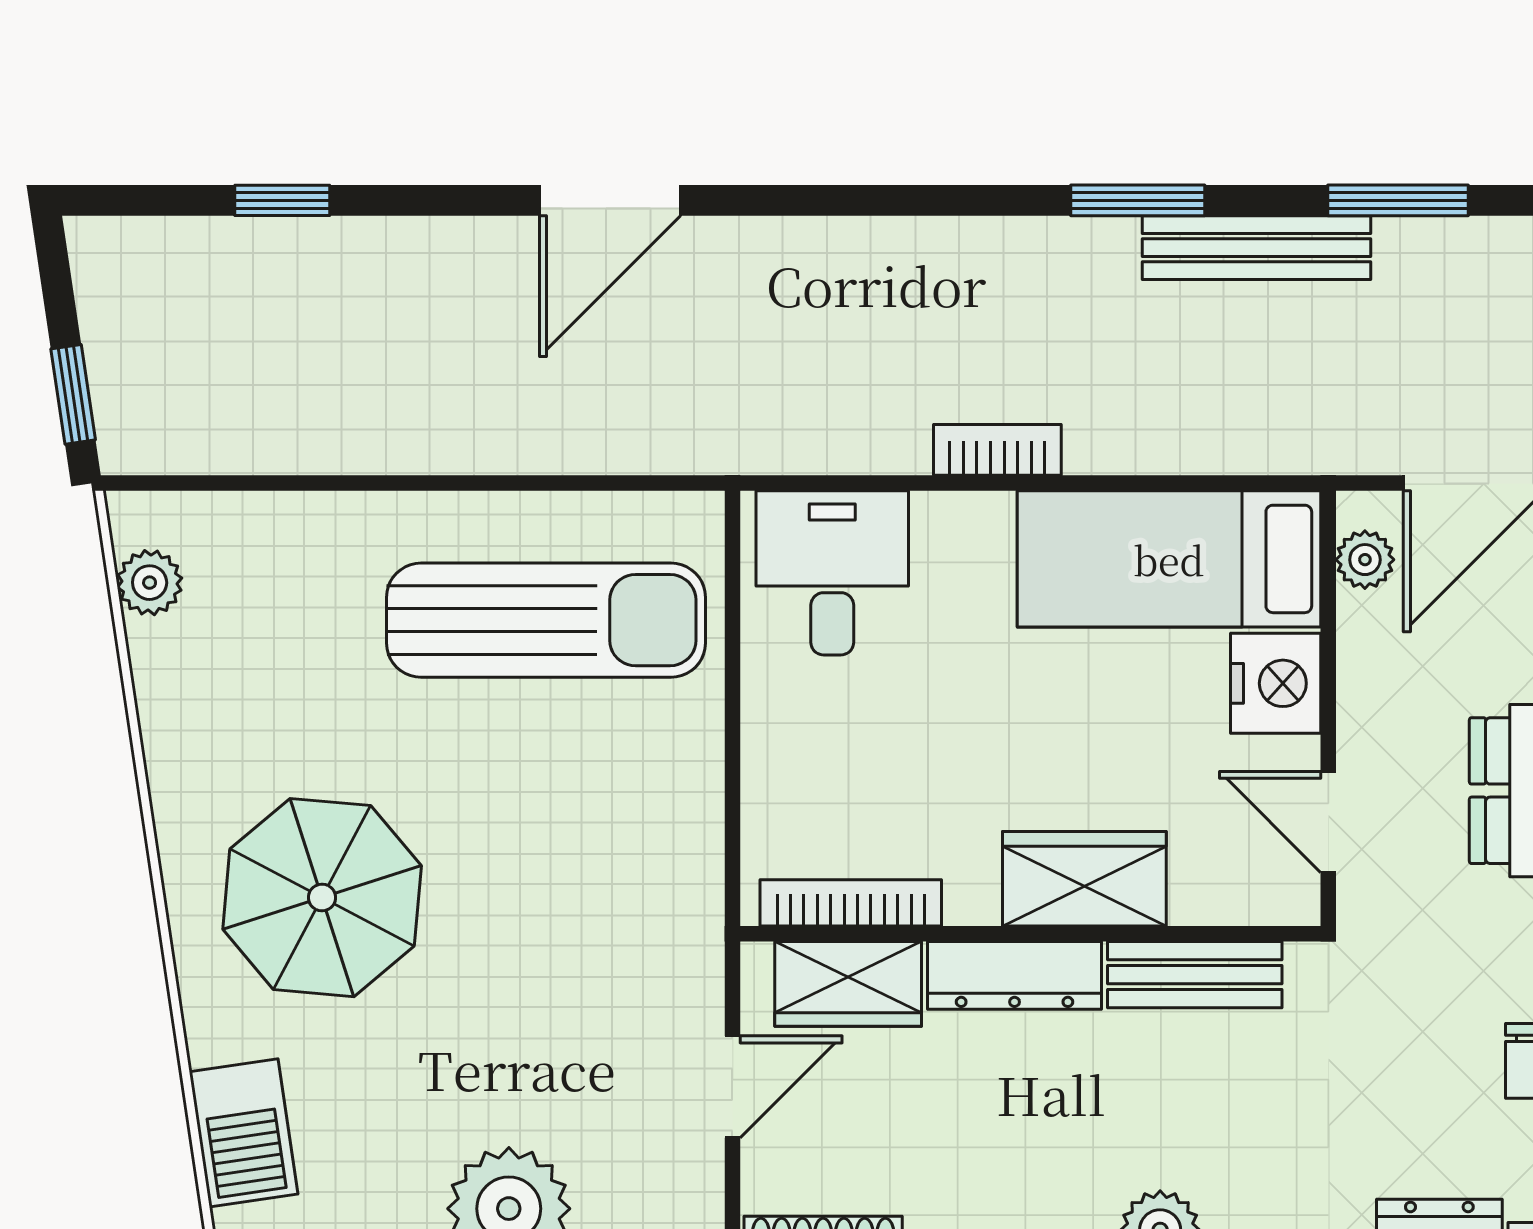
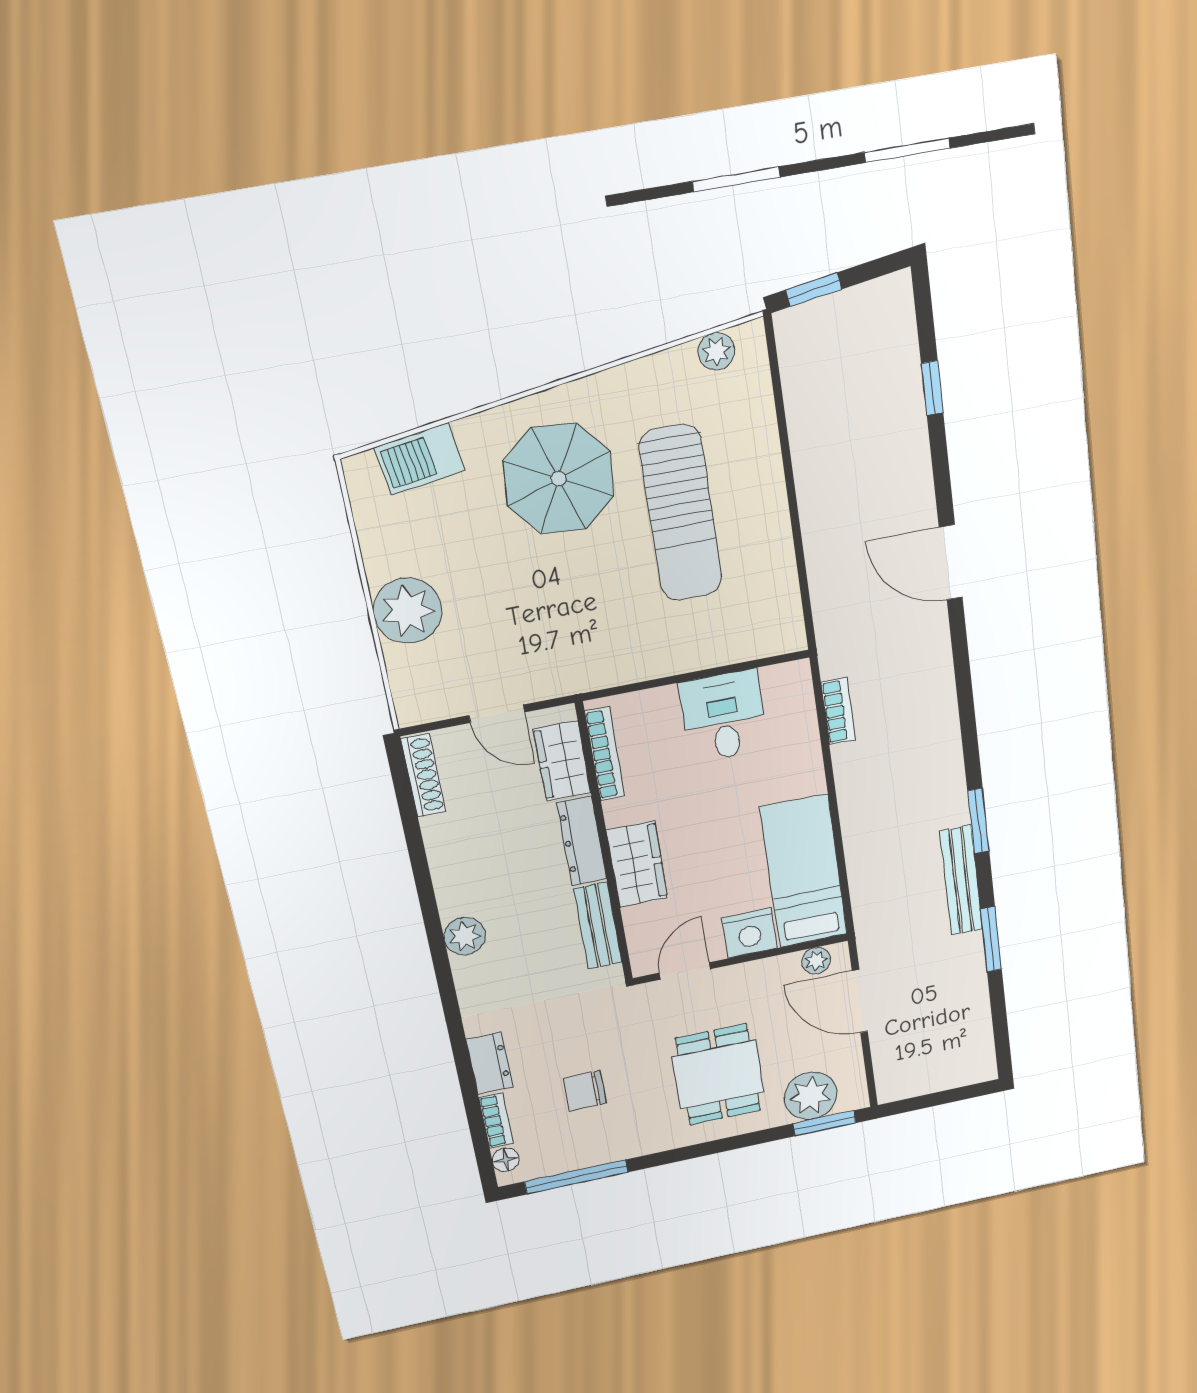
bookcase: (997, 450) -> (838, 711), moved
desk: (832, 573) -> (723, 716), moved, turned -90
sun lounger: (546, 620) -> (681, 513), moved

